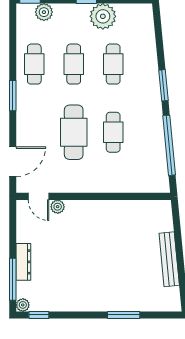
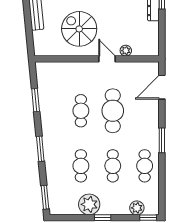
window: (158, 25) -> (45, 197), added
window: (169, 145) -> (36, 100), width x0.47
door: (38, 196) -> (107, 59), moved
spiral stairs: (115, 234) -> (79, 29), added

